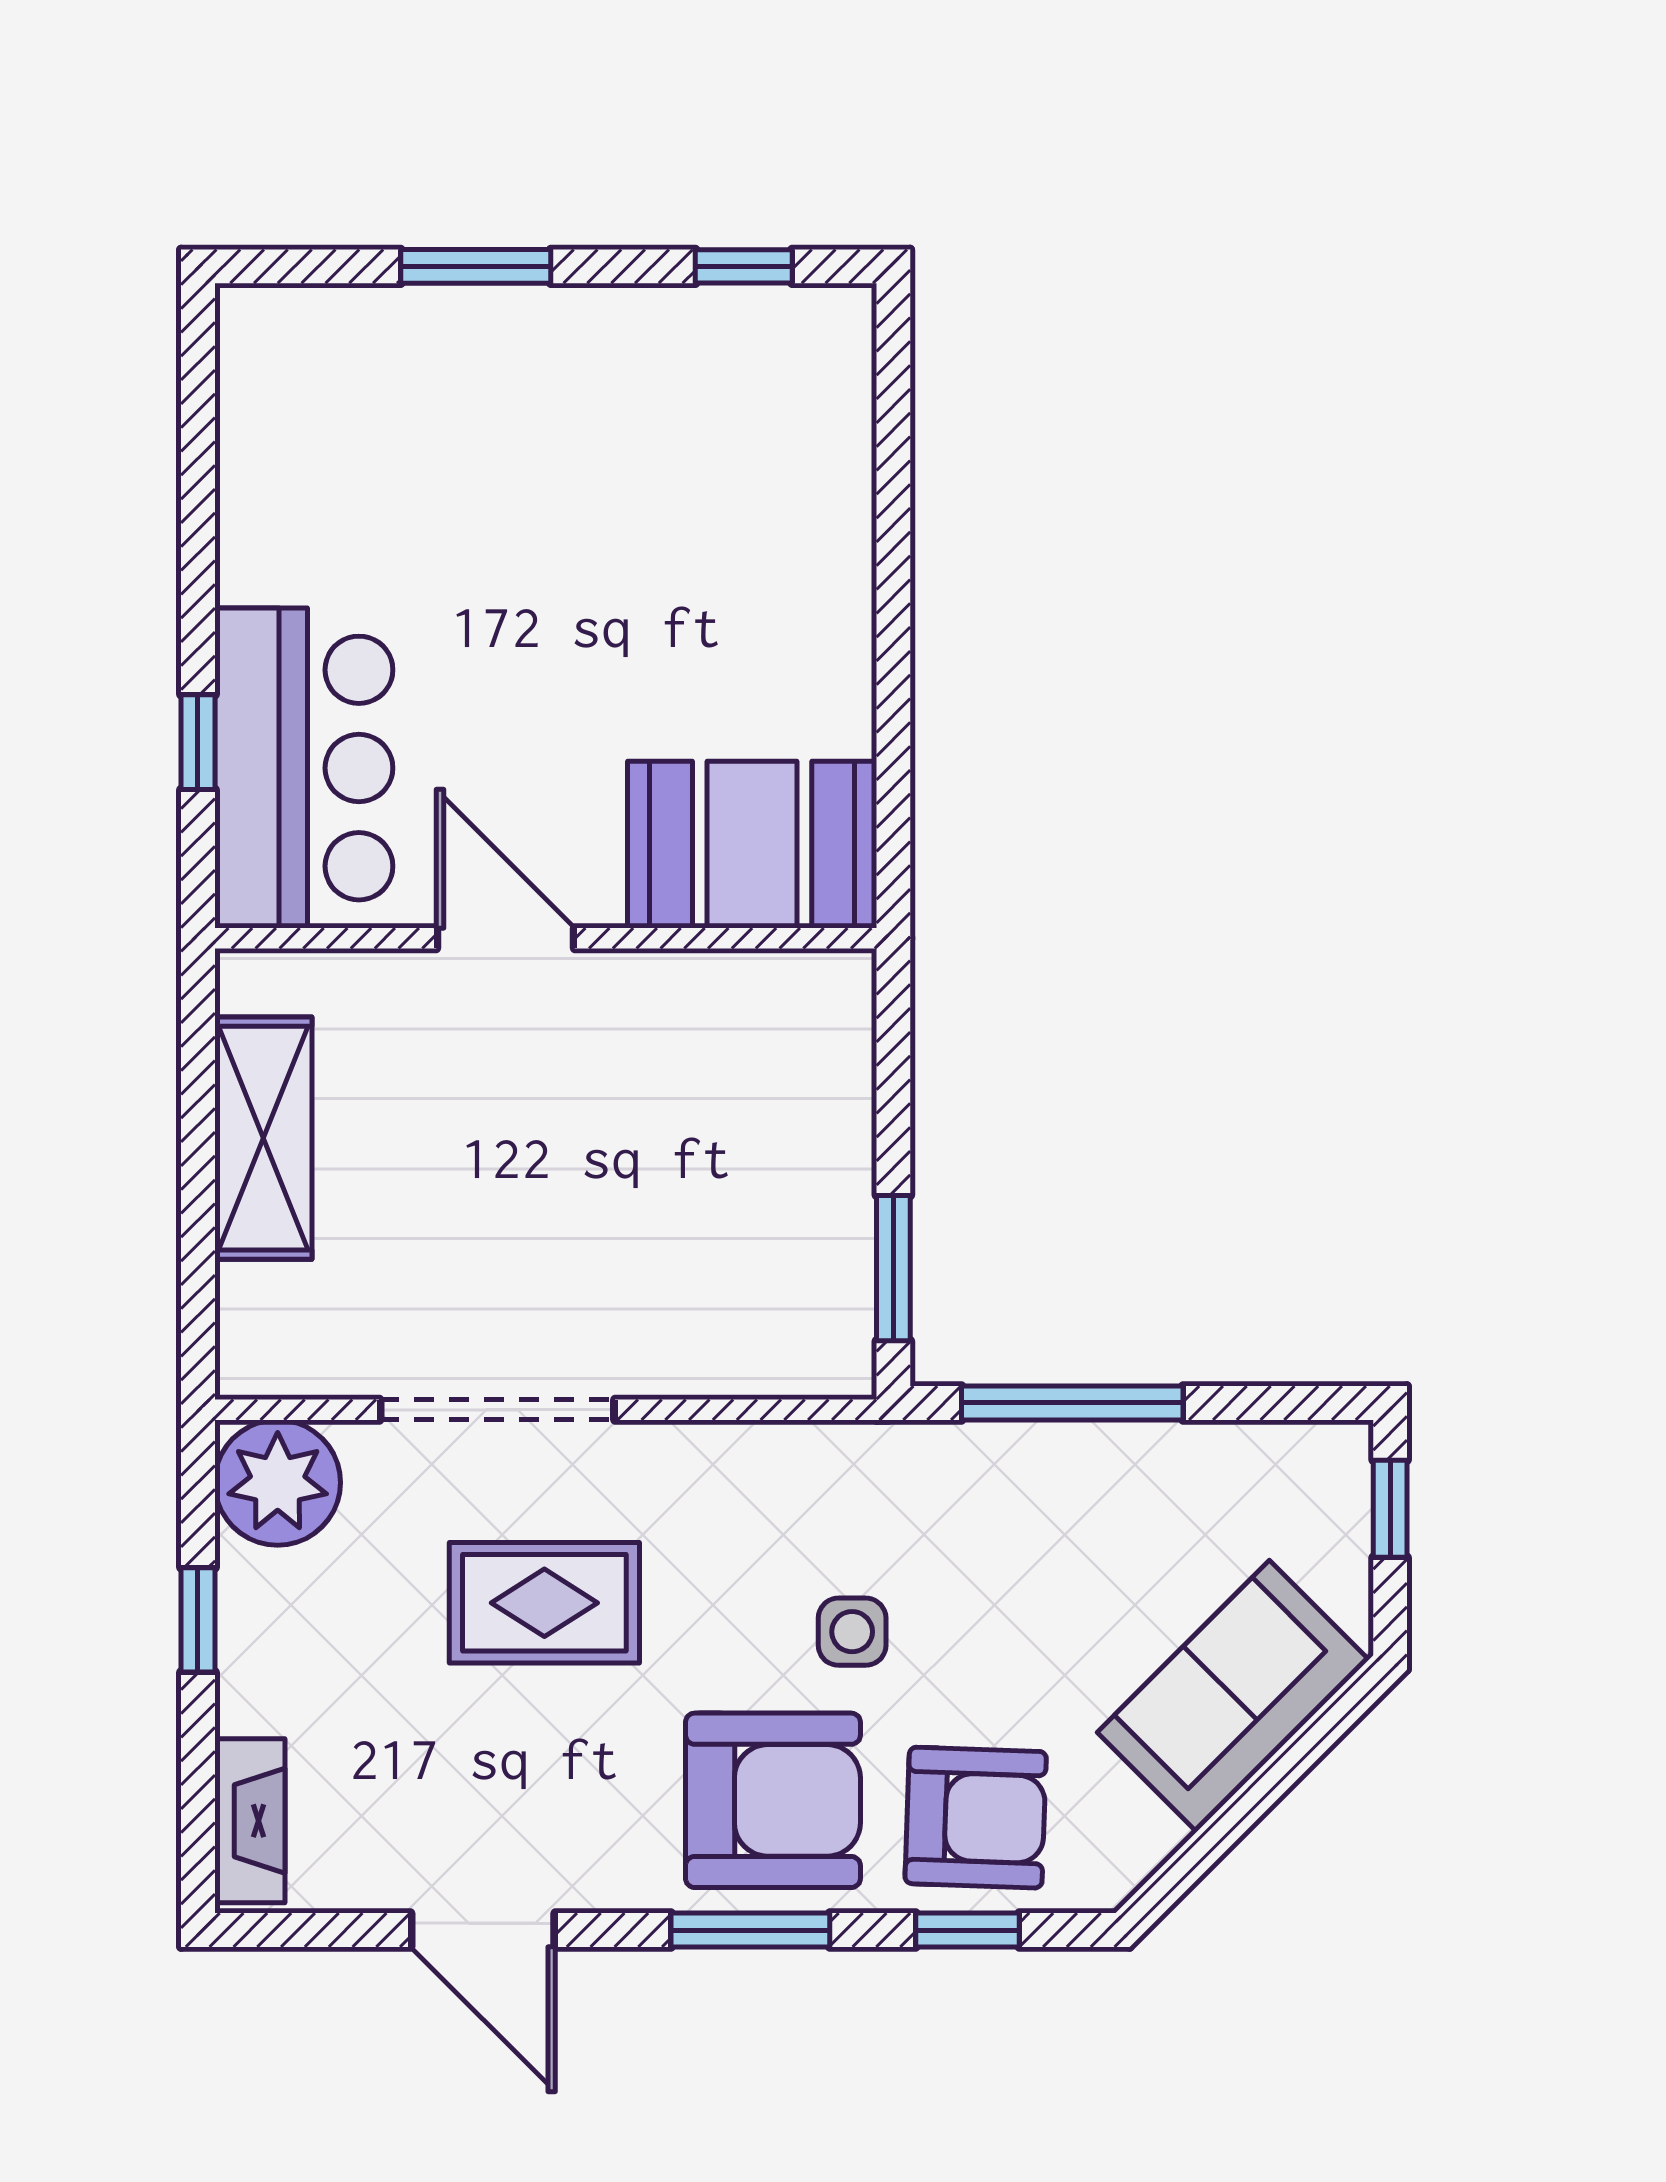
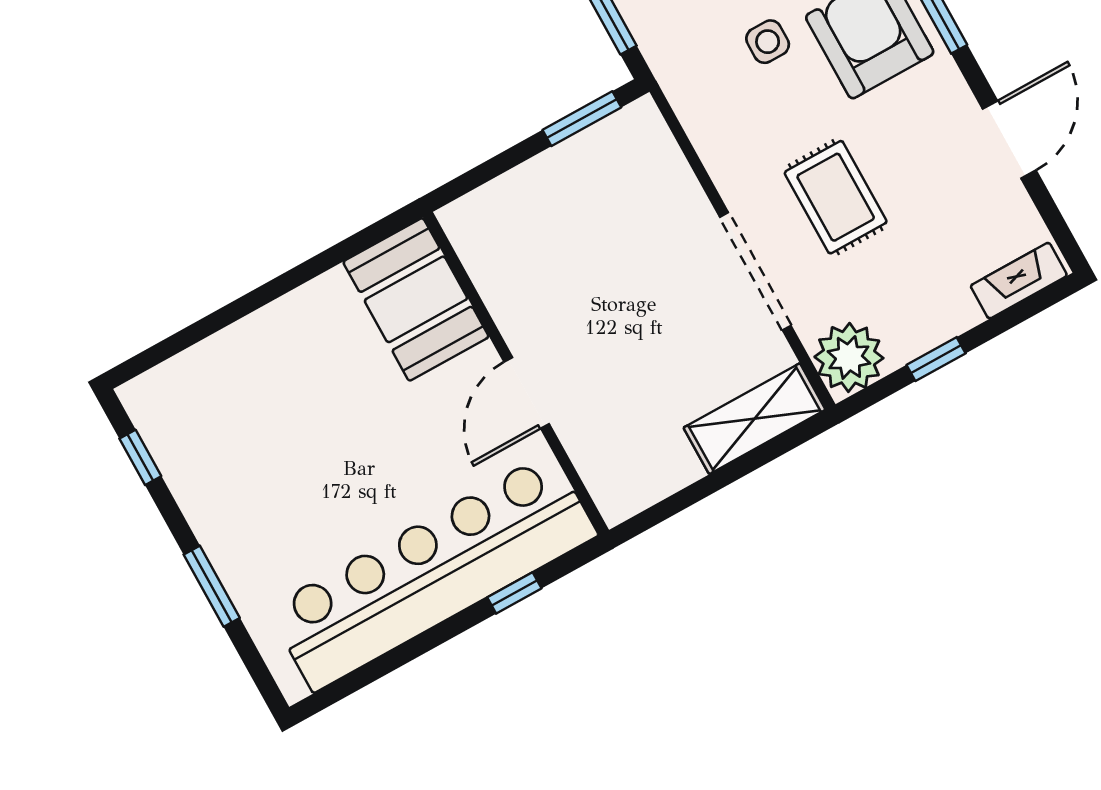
bar counter: (304, 768) -> (433, 572), width x1.86
shelving: (263, 1138) -> (755, 419), moved

